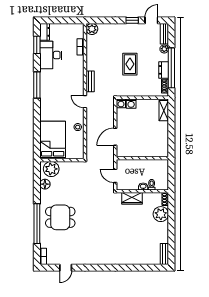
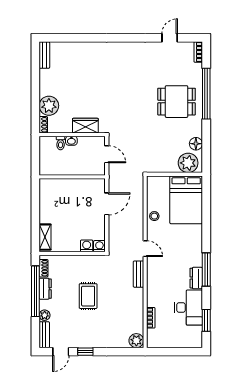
dresser: (45, 32) -> (196, 278), moved

